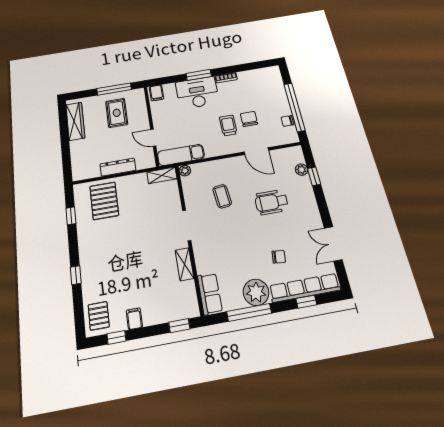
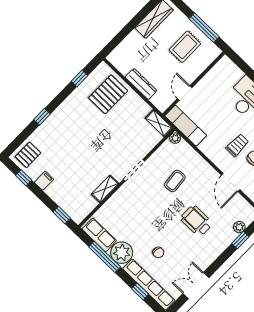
filing cabinet: (156, 93) -> (225, 66), removed
row of seats: (210, 294) -> (99, 235), moved, turned -90

